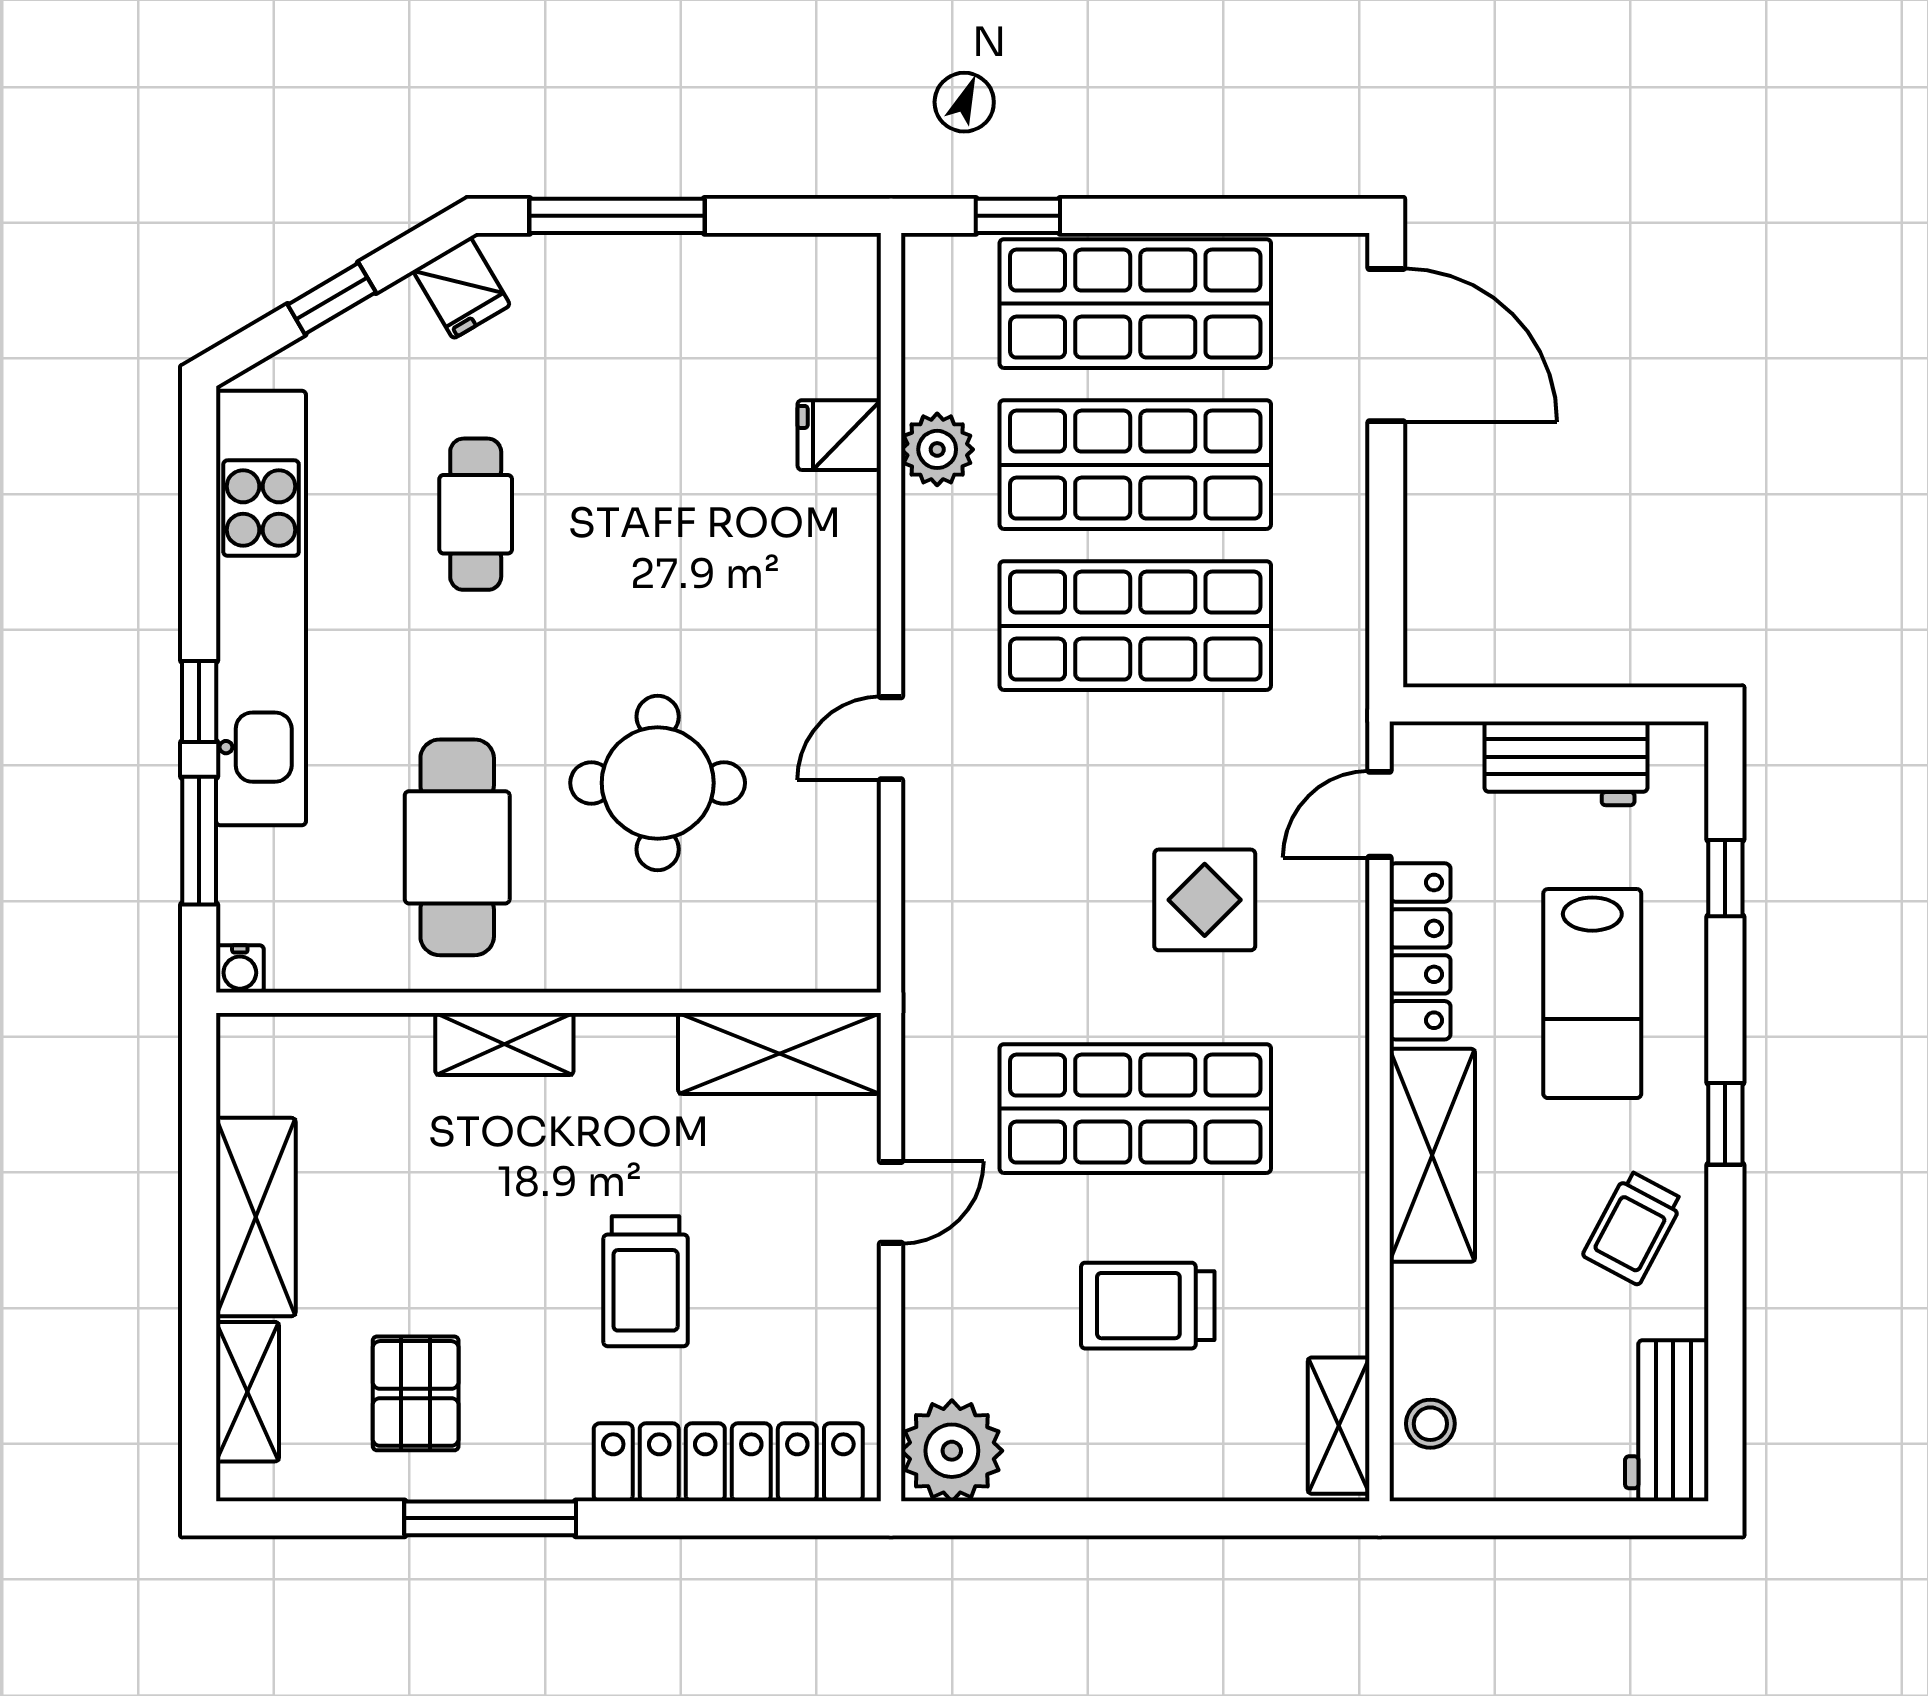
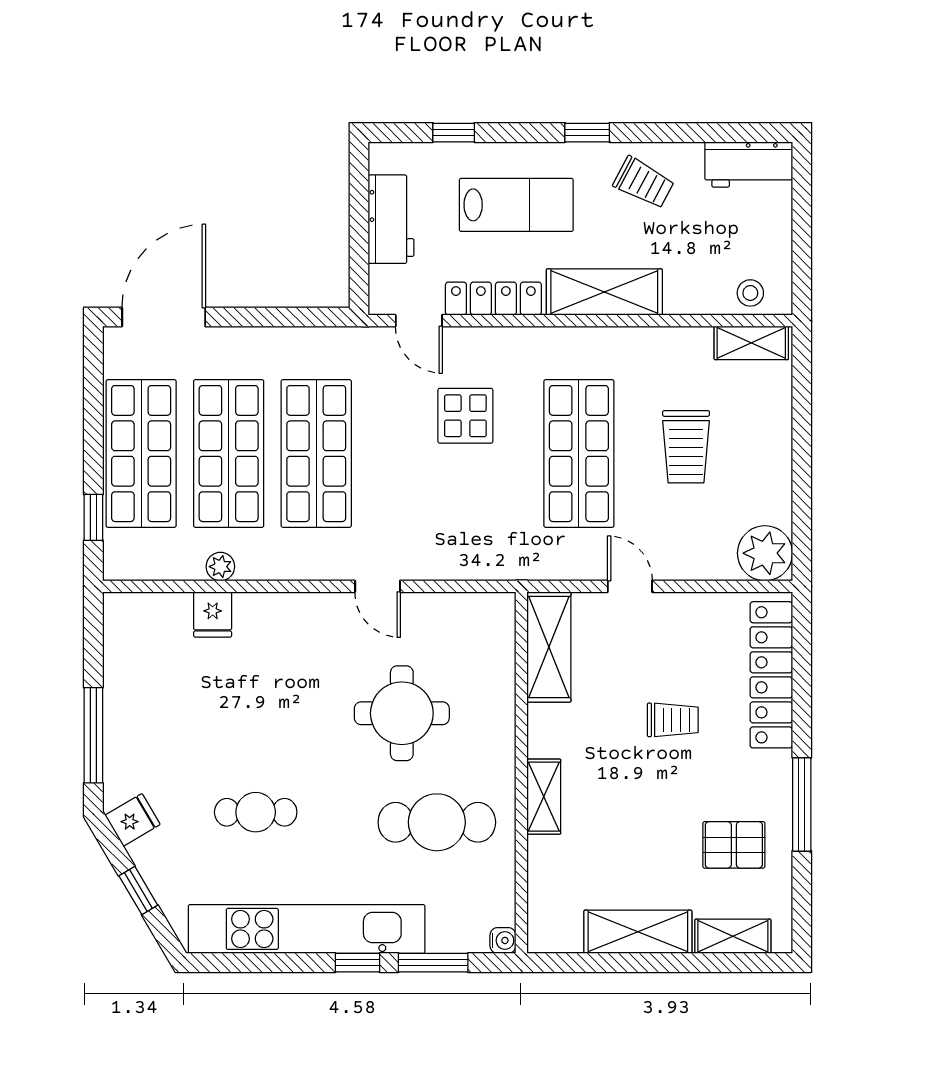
plant: (937, 449) -> (220, 567), width x0.73, depth x0.73
trolley: (646, 1281) -> (673, 720), width x0.73, depth x0.72

